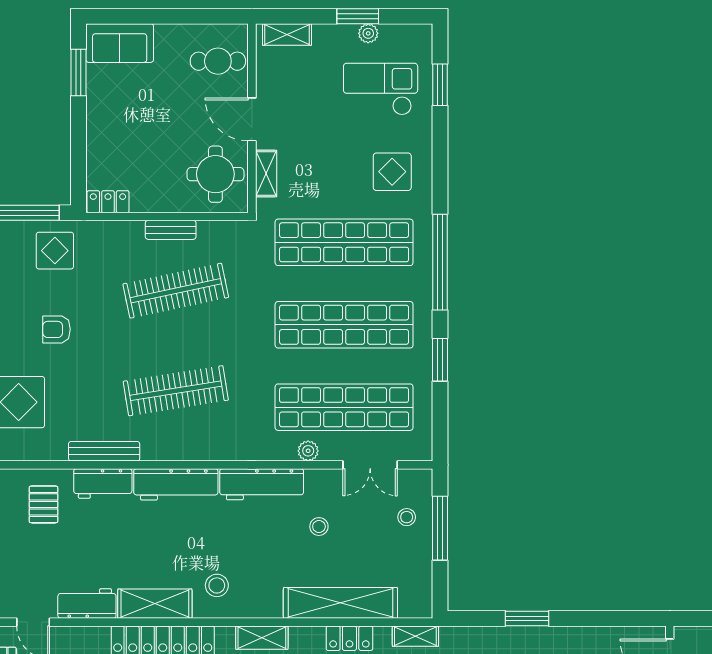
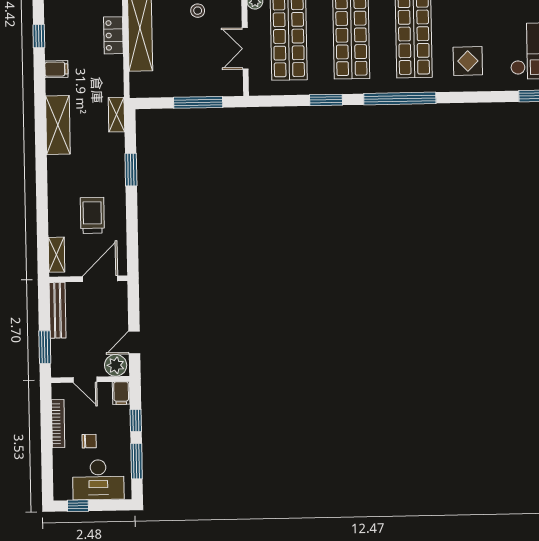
stool: (407, 517) -> (206, 77), removed
shelving: (415, 636) -> (116, 115), moved

